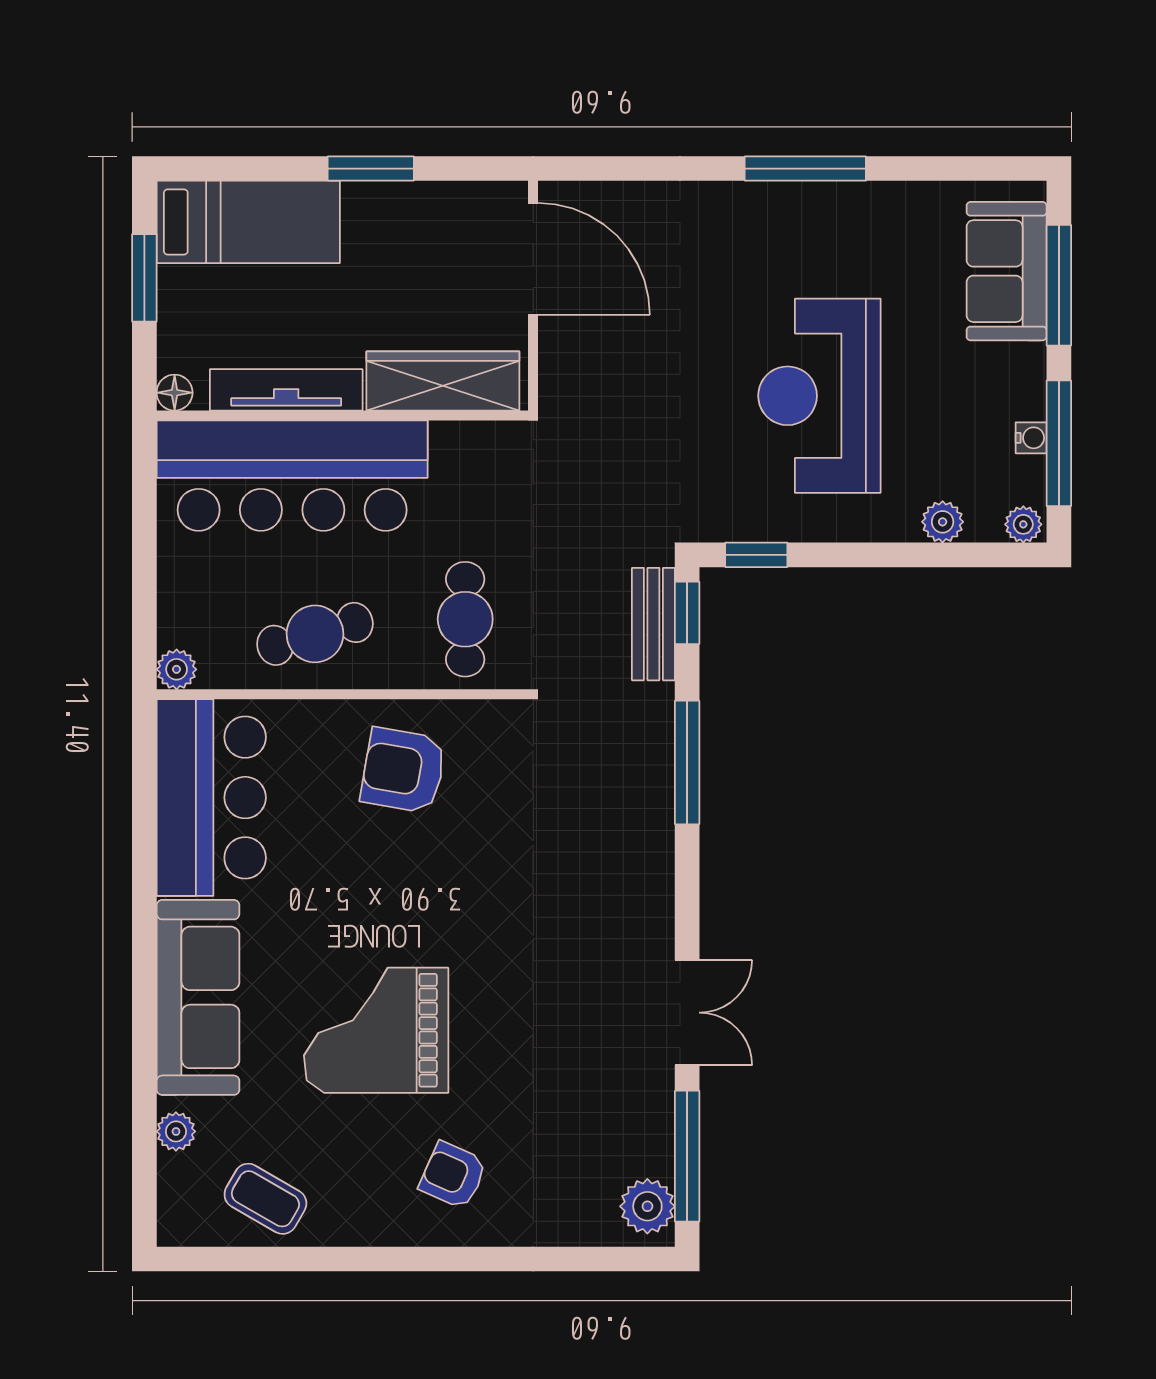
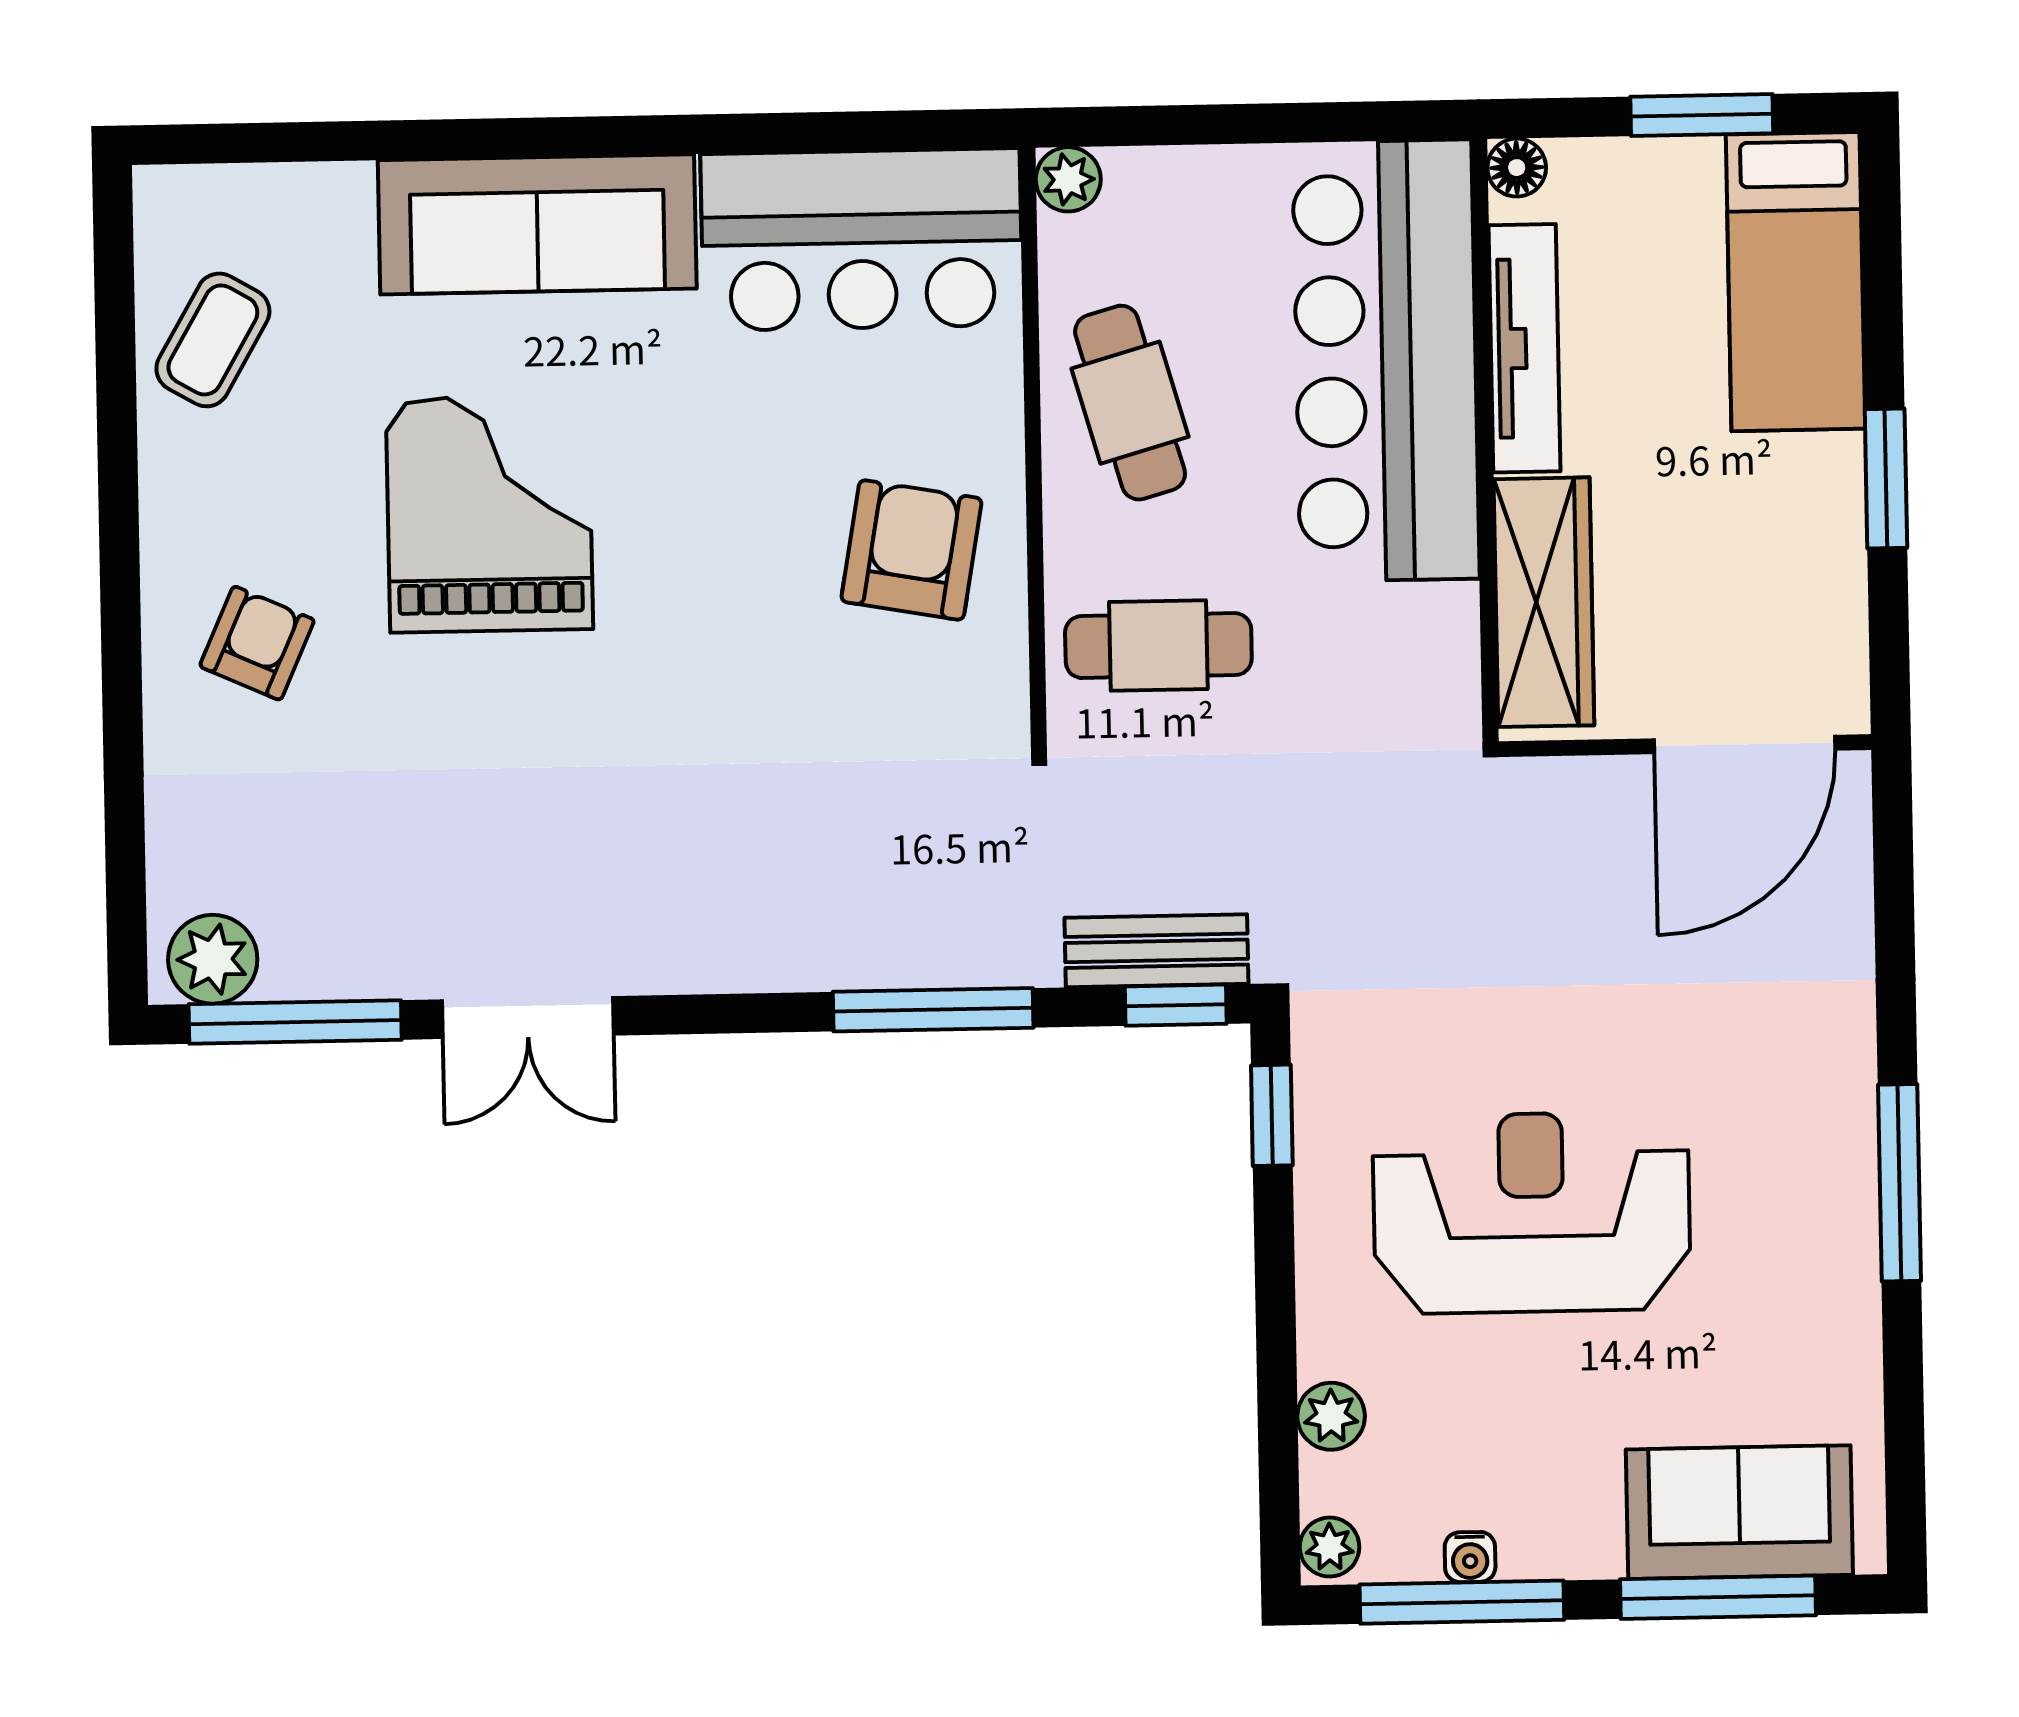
plant: (176, 1131) -> (319, 193), removed

